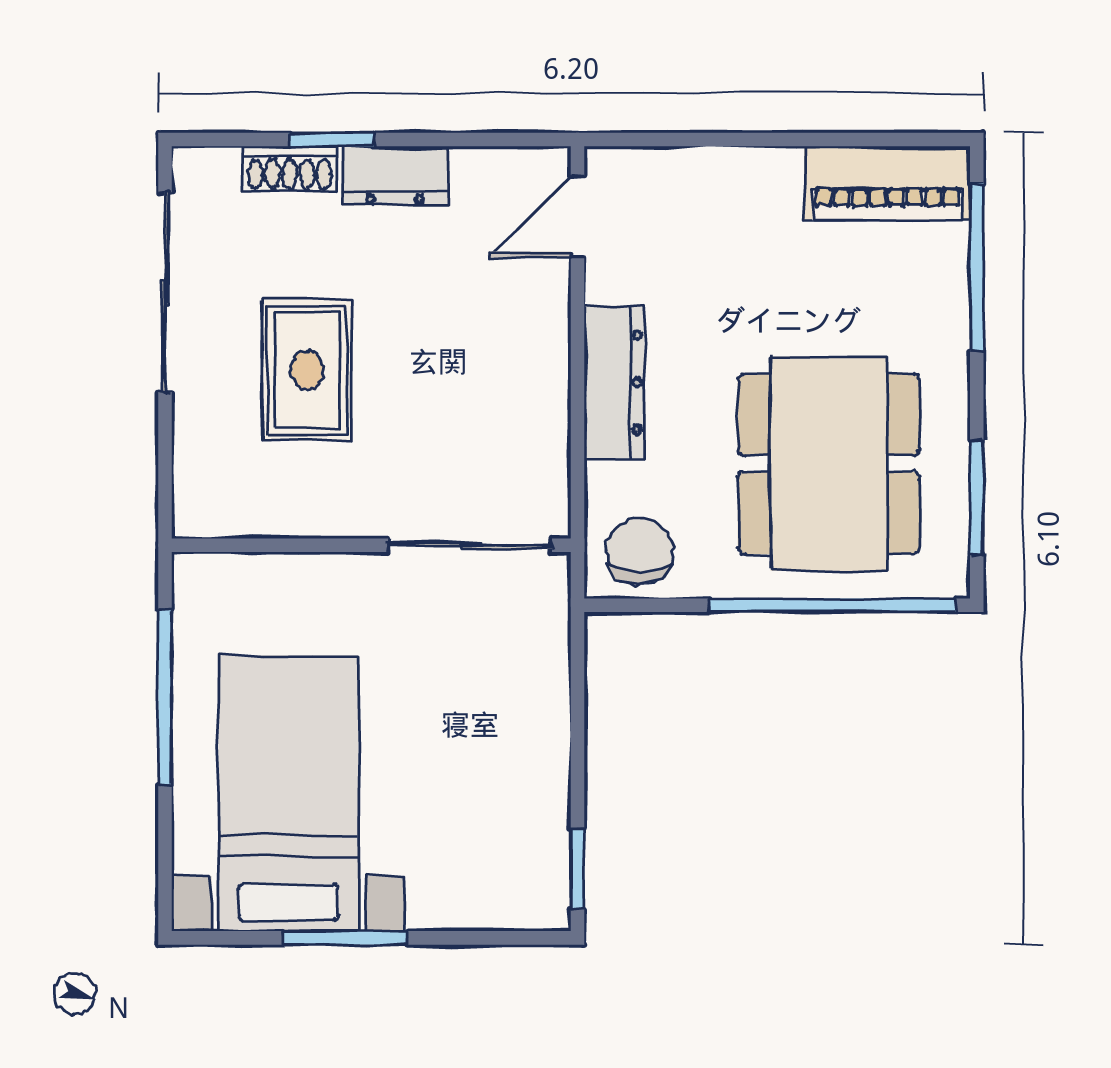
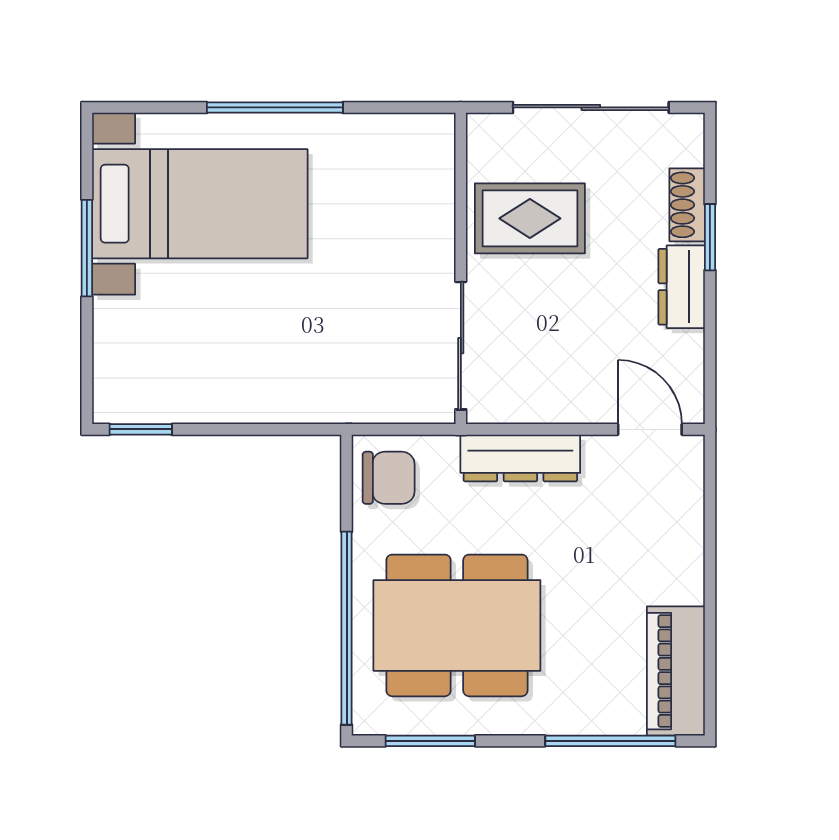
wall: (371, 545) -> (461, 268), moved
sliding door: (470, 545) -> (461, 346), moved

